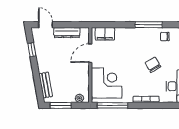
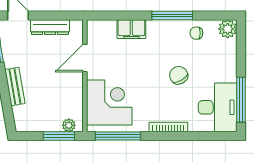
filing cabinet: (105, 34) -> (131, 29), moved
bench: (46, 85) -> (15, 86), moved
window: (61, 105) -> (59, 136), moved

